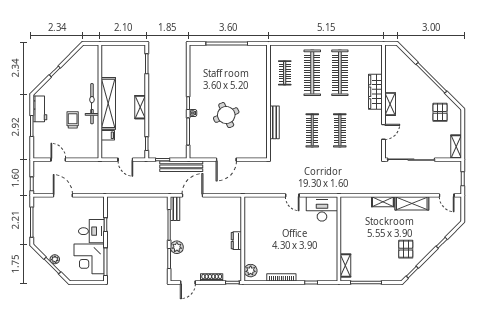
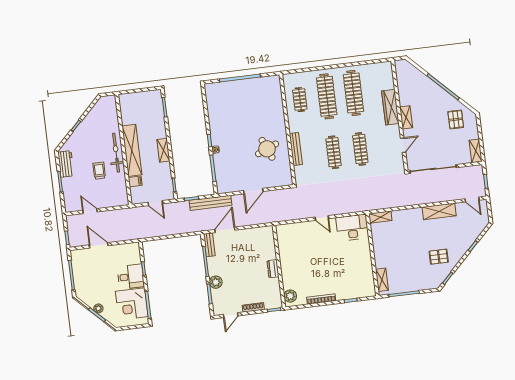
round table: (226, 115) -> (267, 149), moved
shelving: (383, 202) -> (380, 217), moved
pallet: (406, 249) -> (439, 257), turned 90

